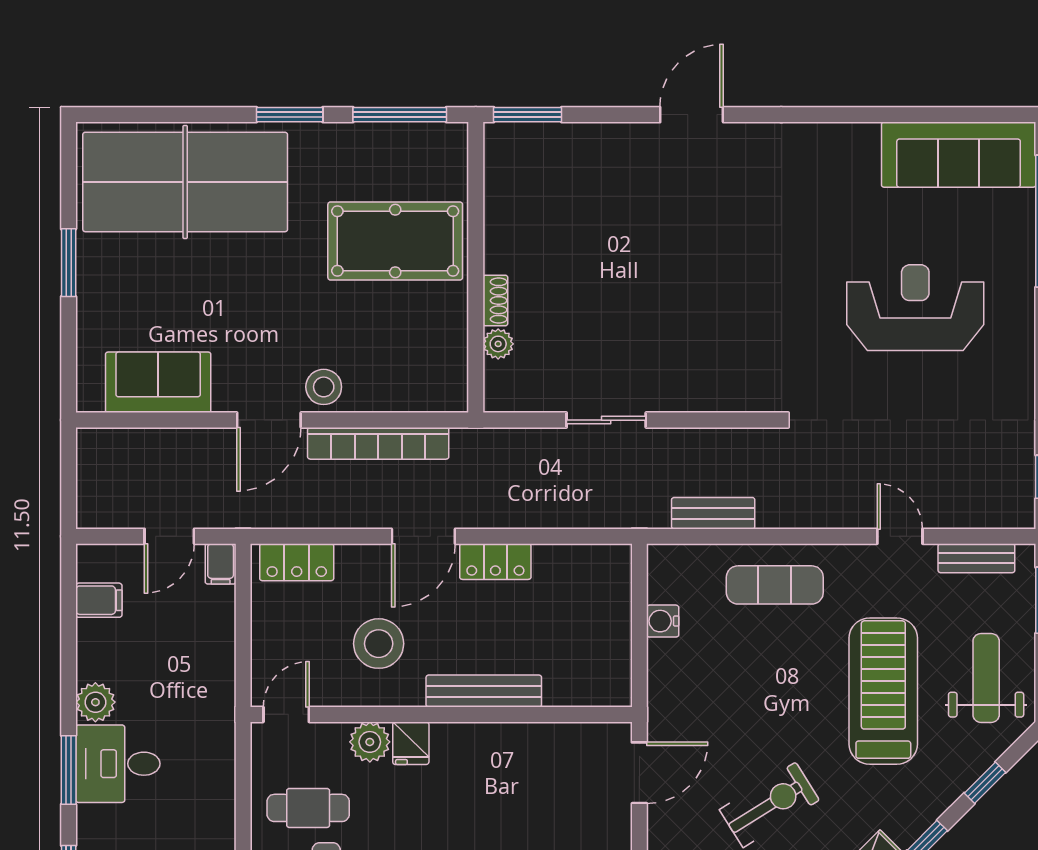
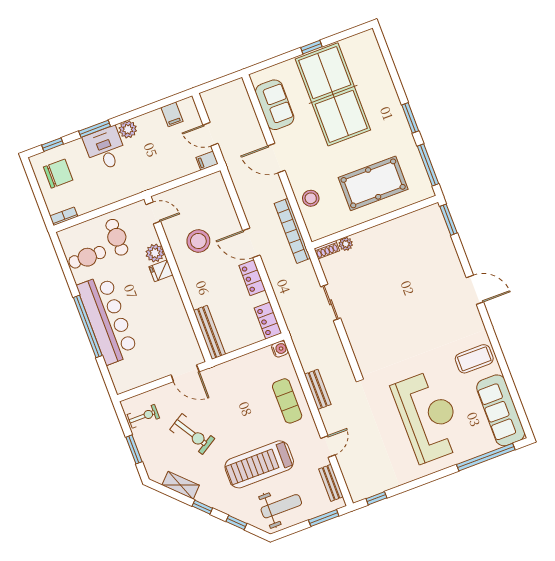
coffee table: (833, 169) -> (474, 359), added
table tennis table: (185, 182) -> (333, 94), moved
pool table: (395, 241) -> (373, 183), turned 90
window: (69, 263) -> (311, 47), width x0.67
shoe rack: (495, 300) -> (327, 250), moved
reception desk: (915, 308) -> (428, 416), width x1.36, depth x1.30
stool: (324, 387) -> (311, 198), moved
bookcase: (378, 443) -> (292, 231), moved
bench: (713, 513) -> (318, 389), moved
locker: (297, 562) -> (268, 321), moved
water cooler: (663, 621) -> (280, 349), moved, turned 90
bench: (484, 691) -> (210, 332), moved
treadmill: (883, 691) -> (259, 464), turned 180

